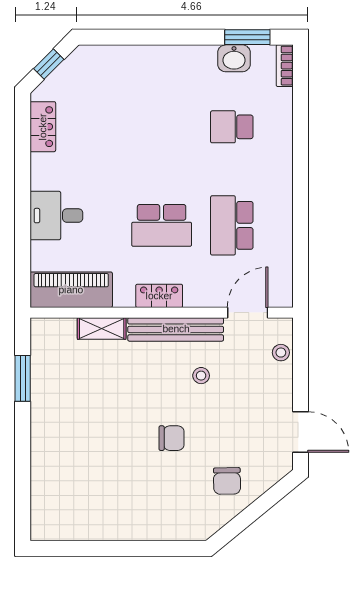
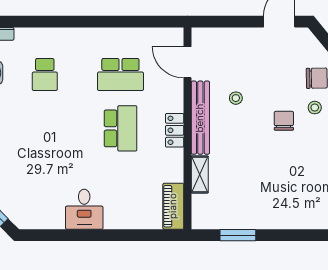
locker: (43, 127) -> (45, 220), removed
desk: (56, 216) -> (84, 209), moved
piano: (71, 290) -> (173, 206), width x0.73, depth x0.75
stool: (281, 353) -> (315, 108), moved

